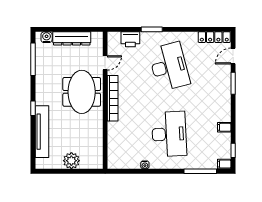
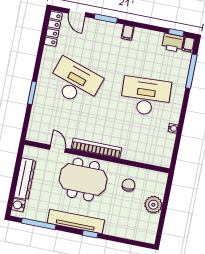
printer: (130, 39) -> (173, 43), moved, turned 90
desk: (169, 67) -> (75, 82), turned 33
filing cabinet: (224, 127) -> (128, 33), moved
tv unit: (42, 132) -> (76, 221), moved
chair: (85, 134) -> (128, 185), added

